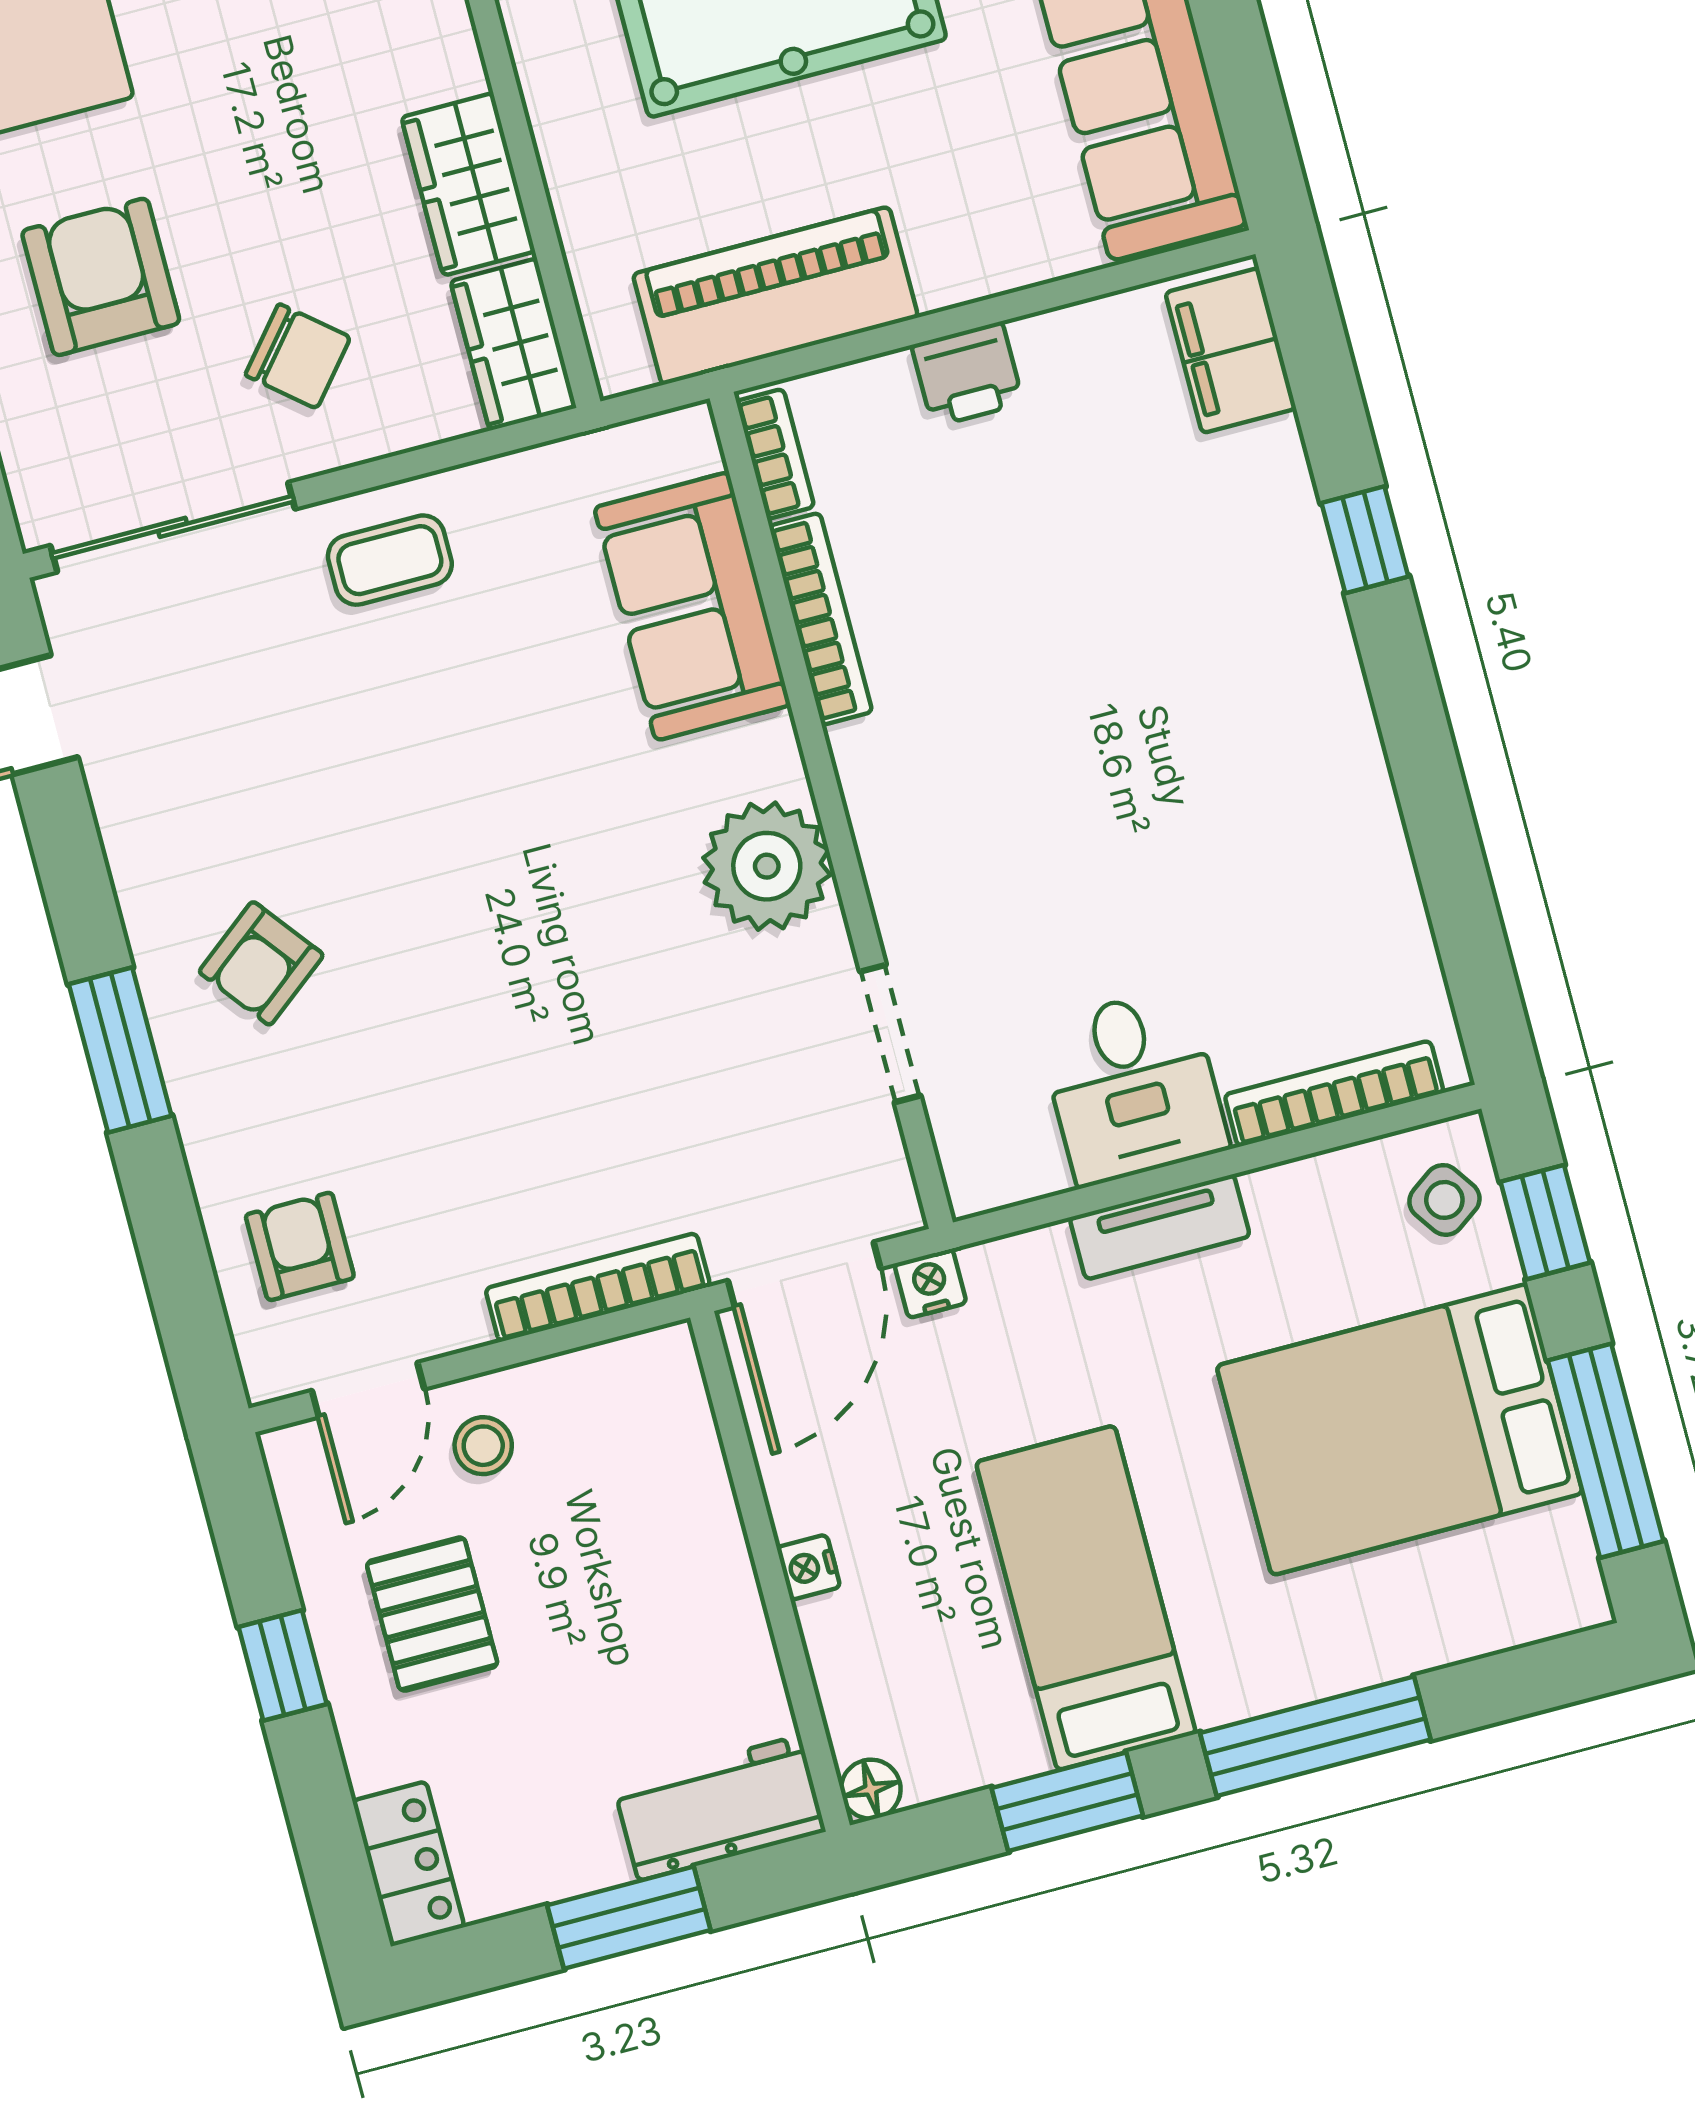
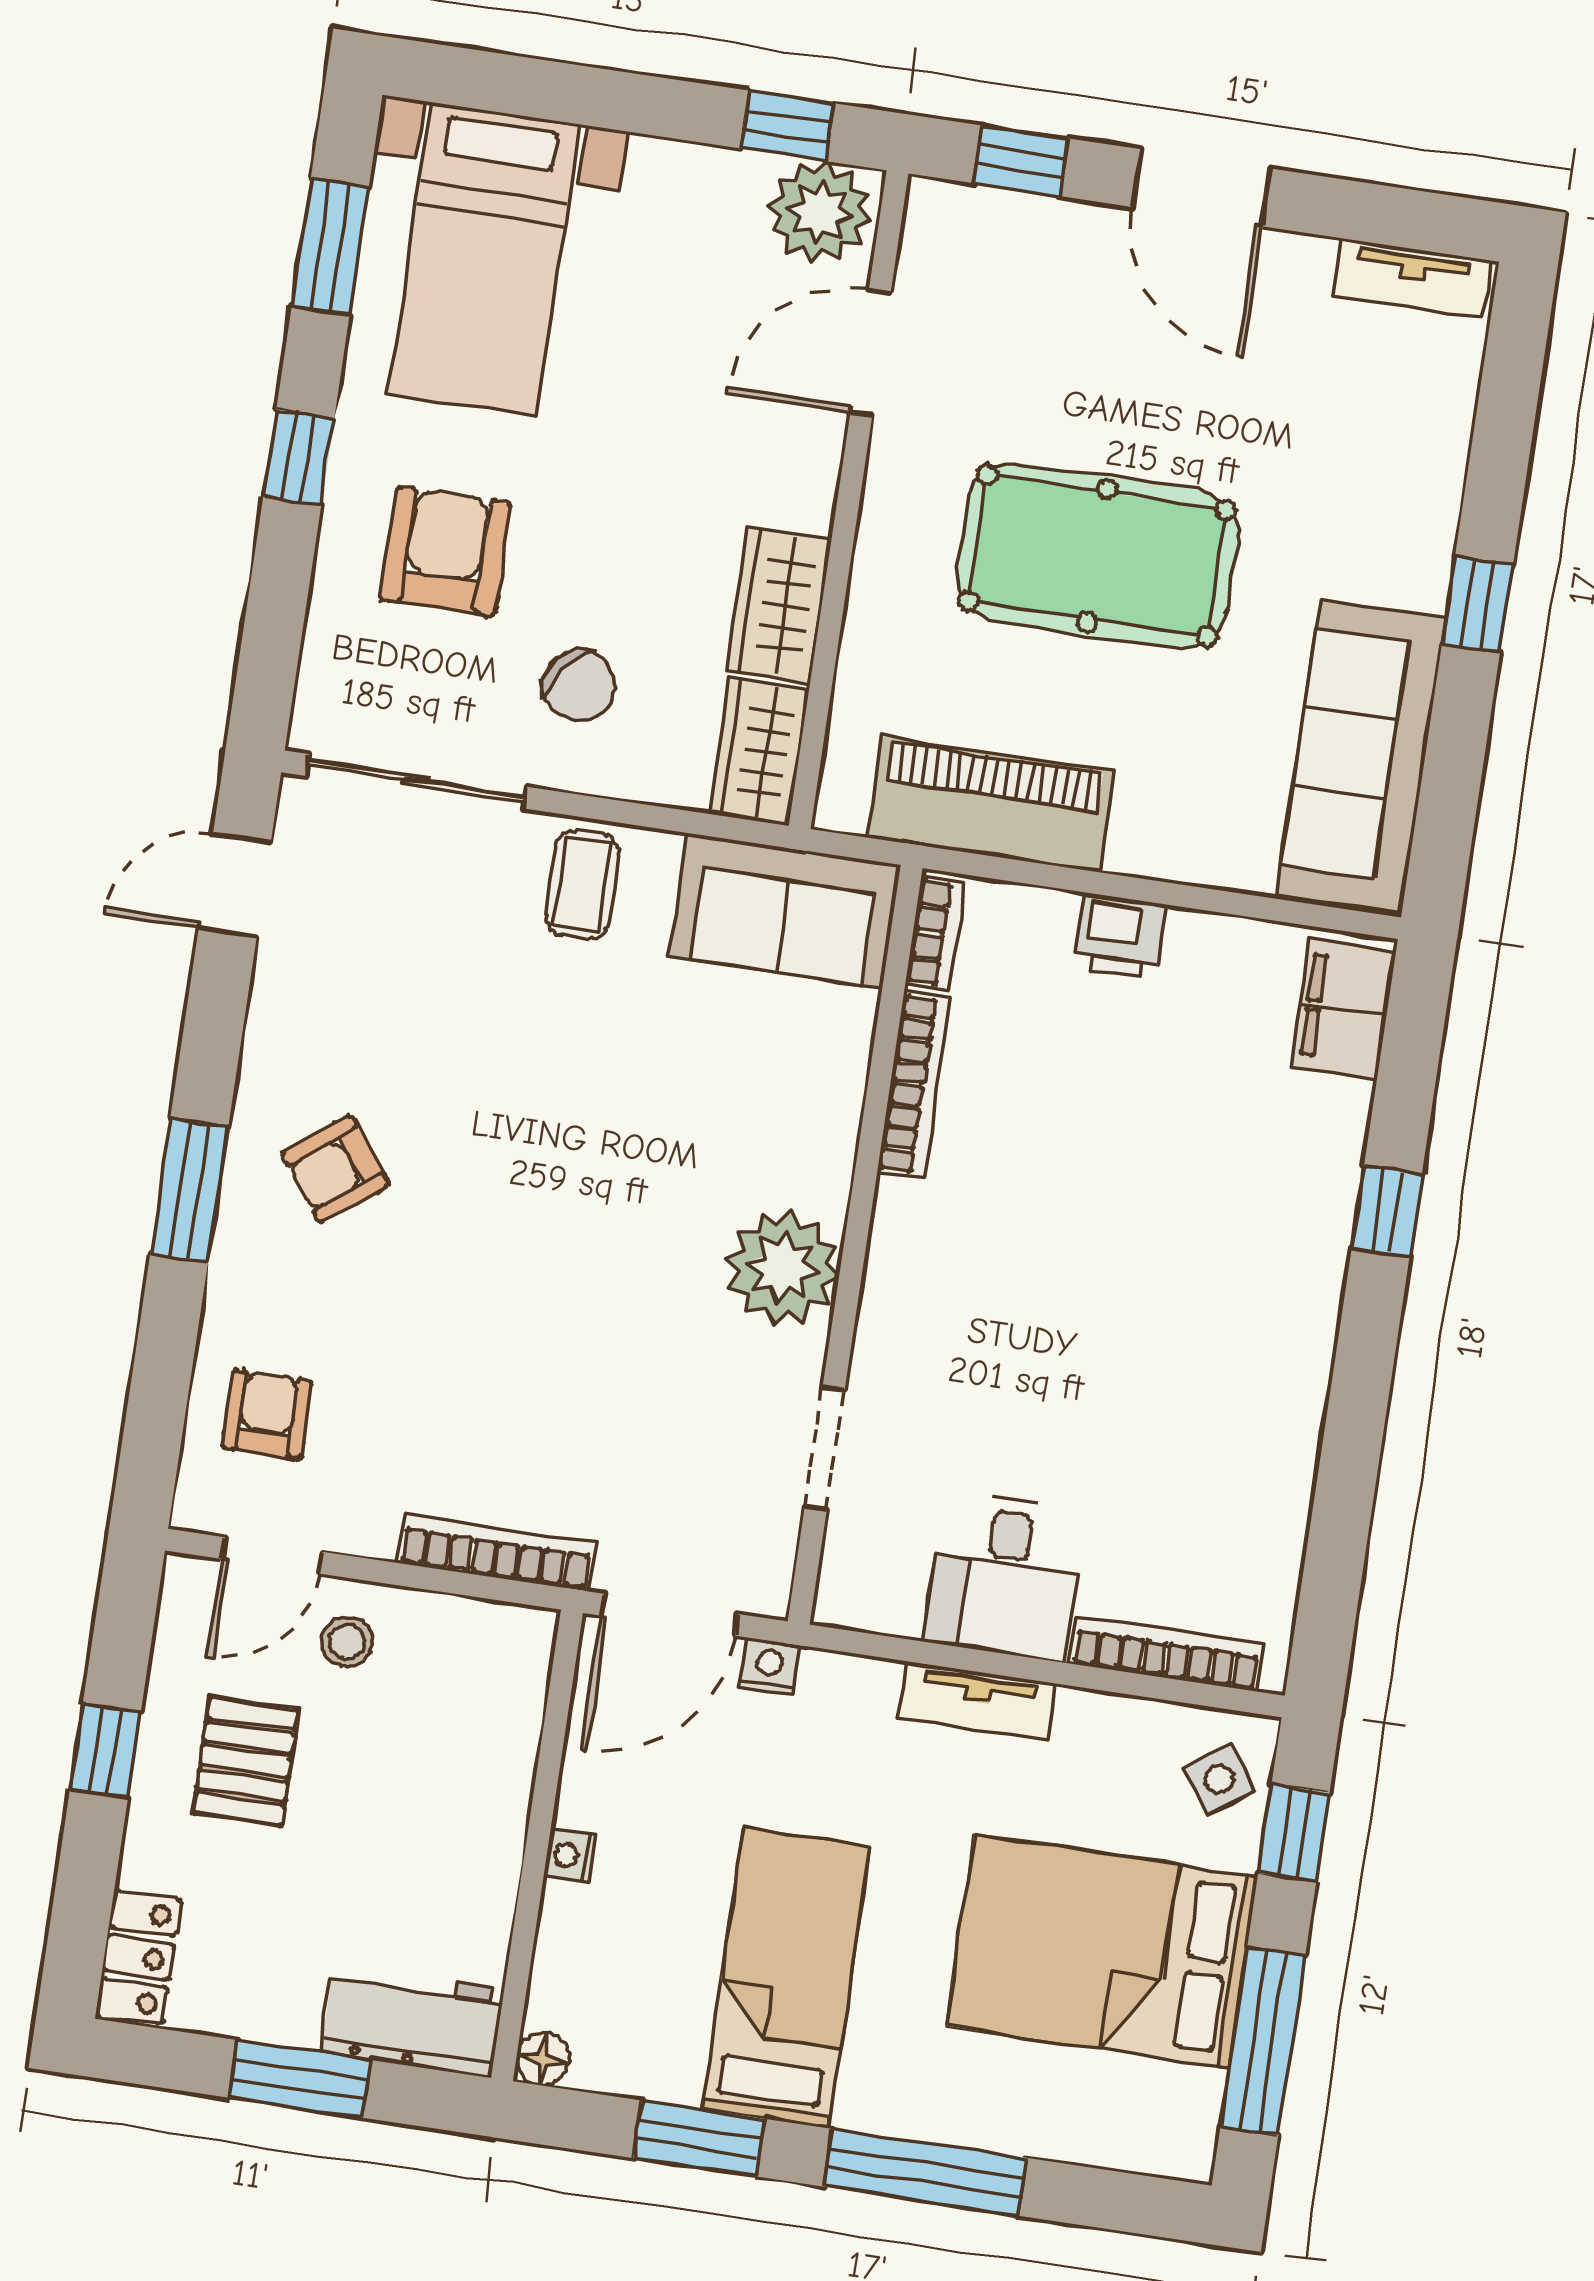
coffee table: (390, 560) -> (582, 885), turned 90
sofa: (692, 606) -> (785, 910), moved, turned -90

